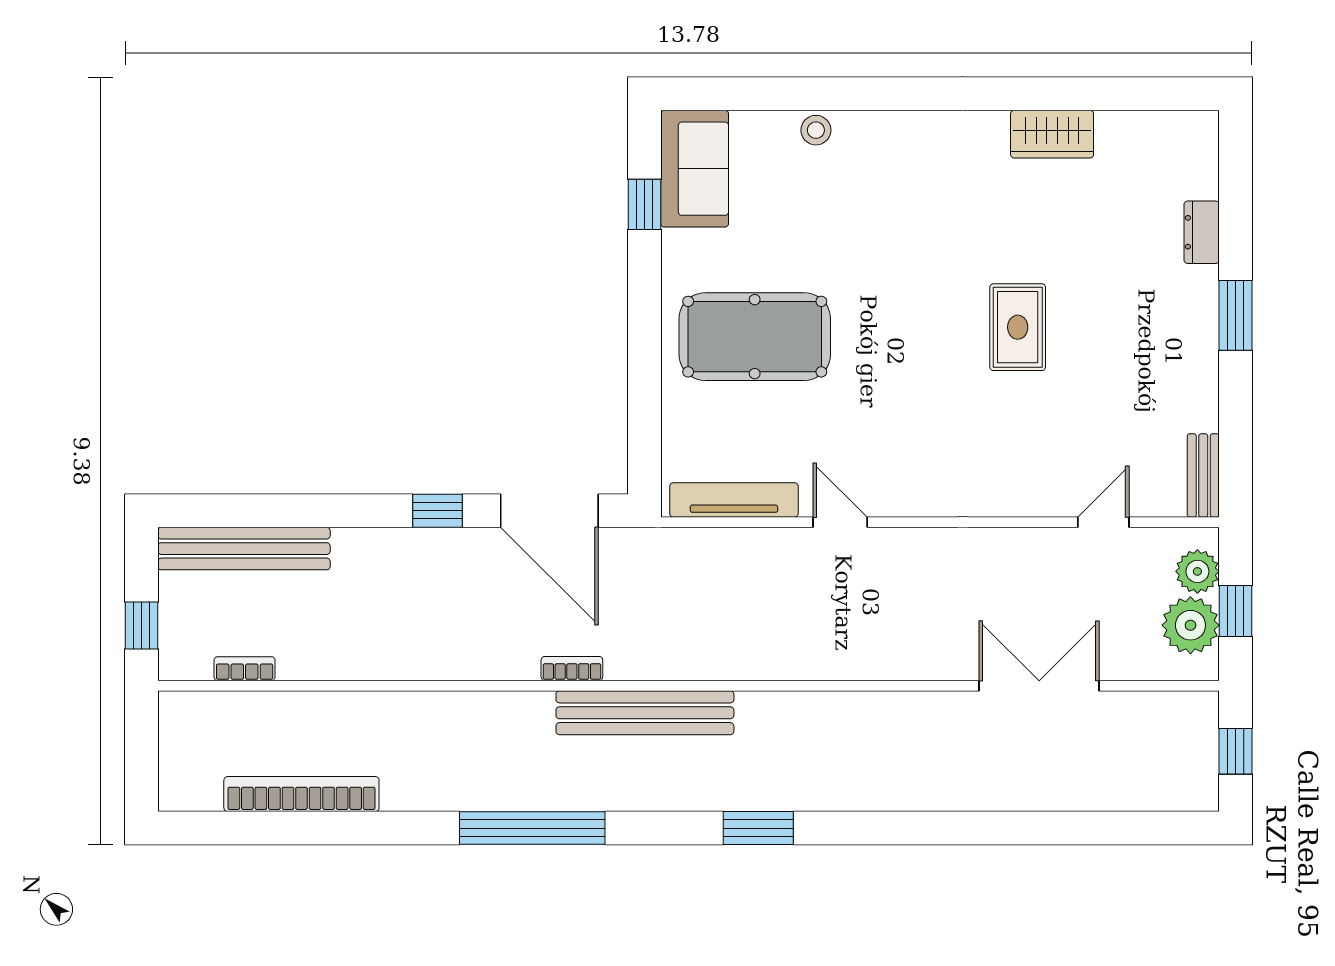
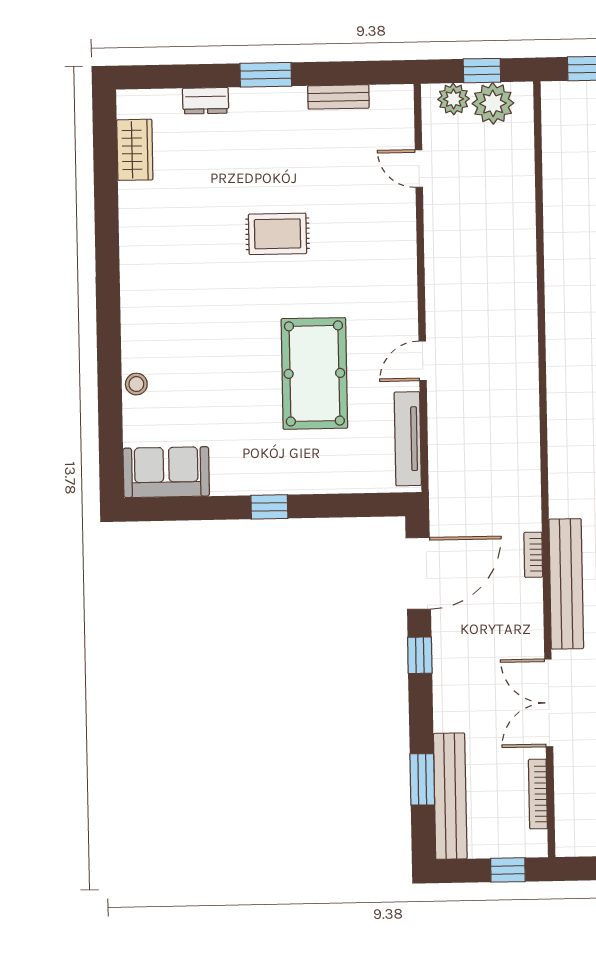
wardrobe: (1052, 134) -> (135, 150), moved
window: (644, 204) -> (269, 507), moved
pool table: (755, 337) -> (314, 373), moved
bench: (1203, 475) -> (338, 97), moved
window: (268, 511) -> (422, 779), added
bookcase: (245, 669) -> (538, 794), width x1.56
double door: (1039, 686) -> (549, 703), moved
bench: (645, 713) -> (566, 584), moved

